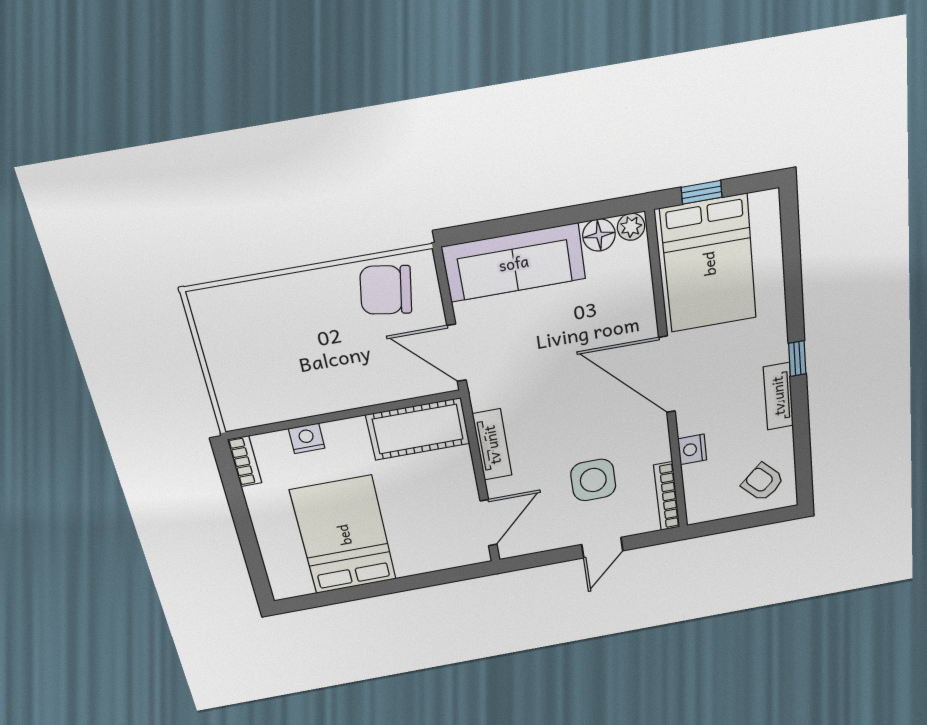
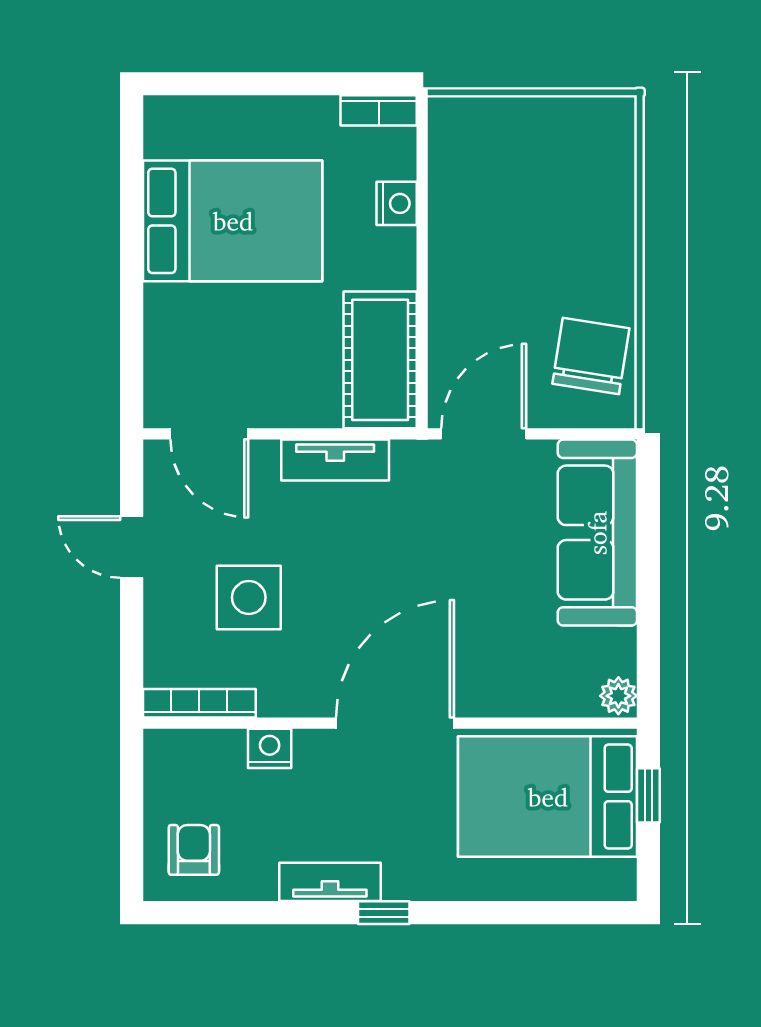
floor lamp: (599, 235) -> (615, 651), removed
armchair: (763, 482) -> (194, 850), turned -46
door: (602, 548) -> (132, 547), moved

